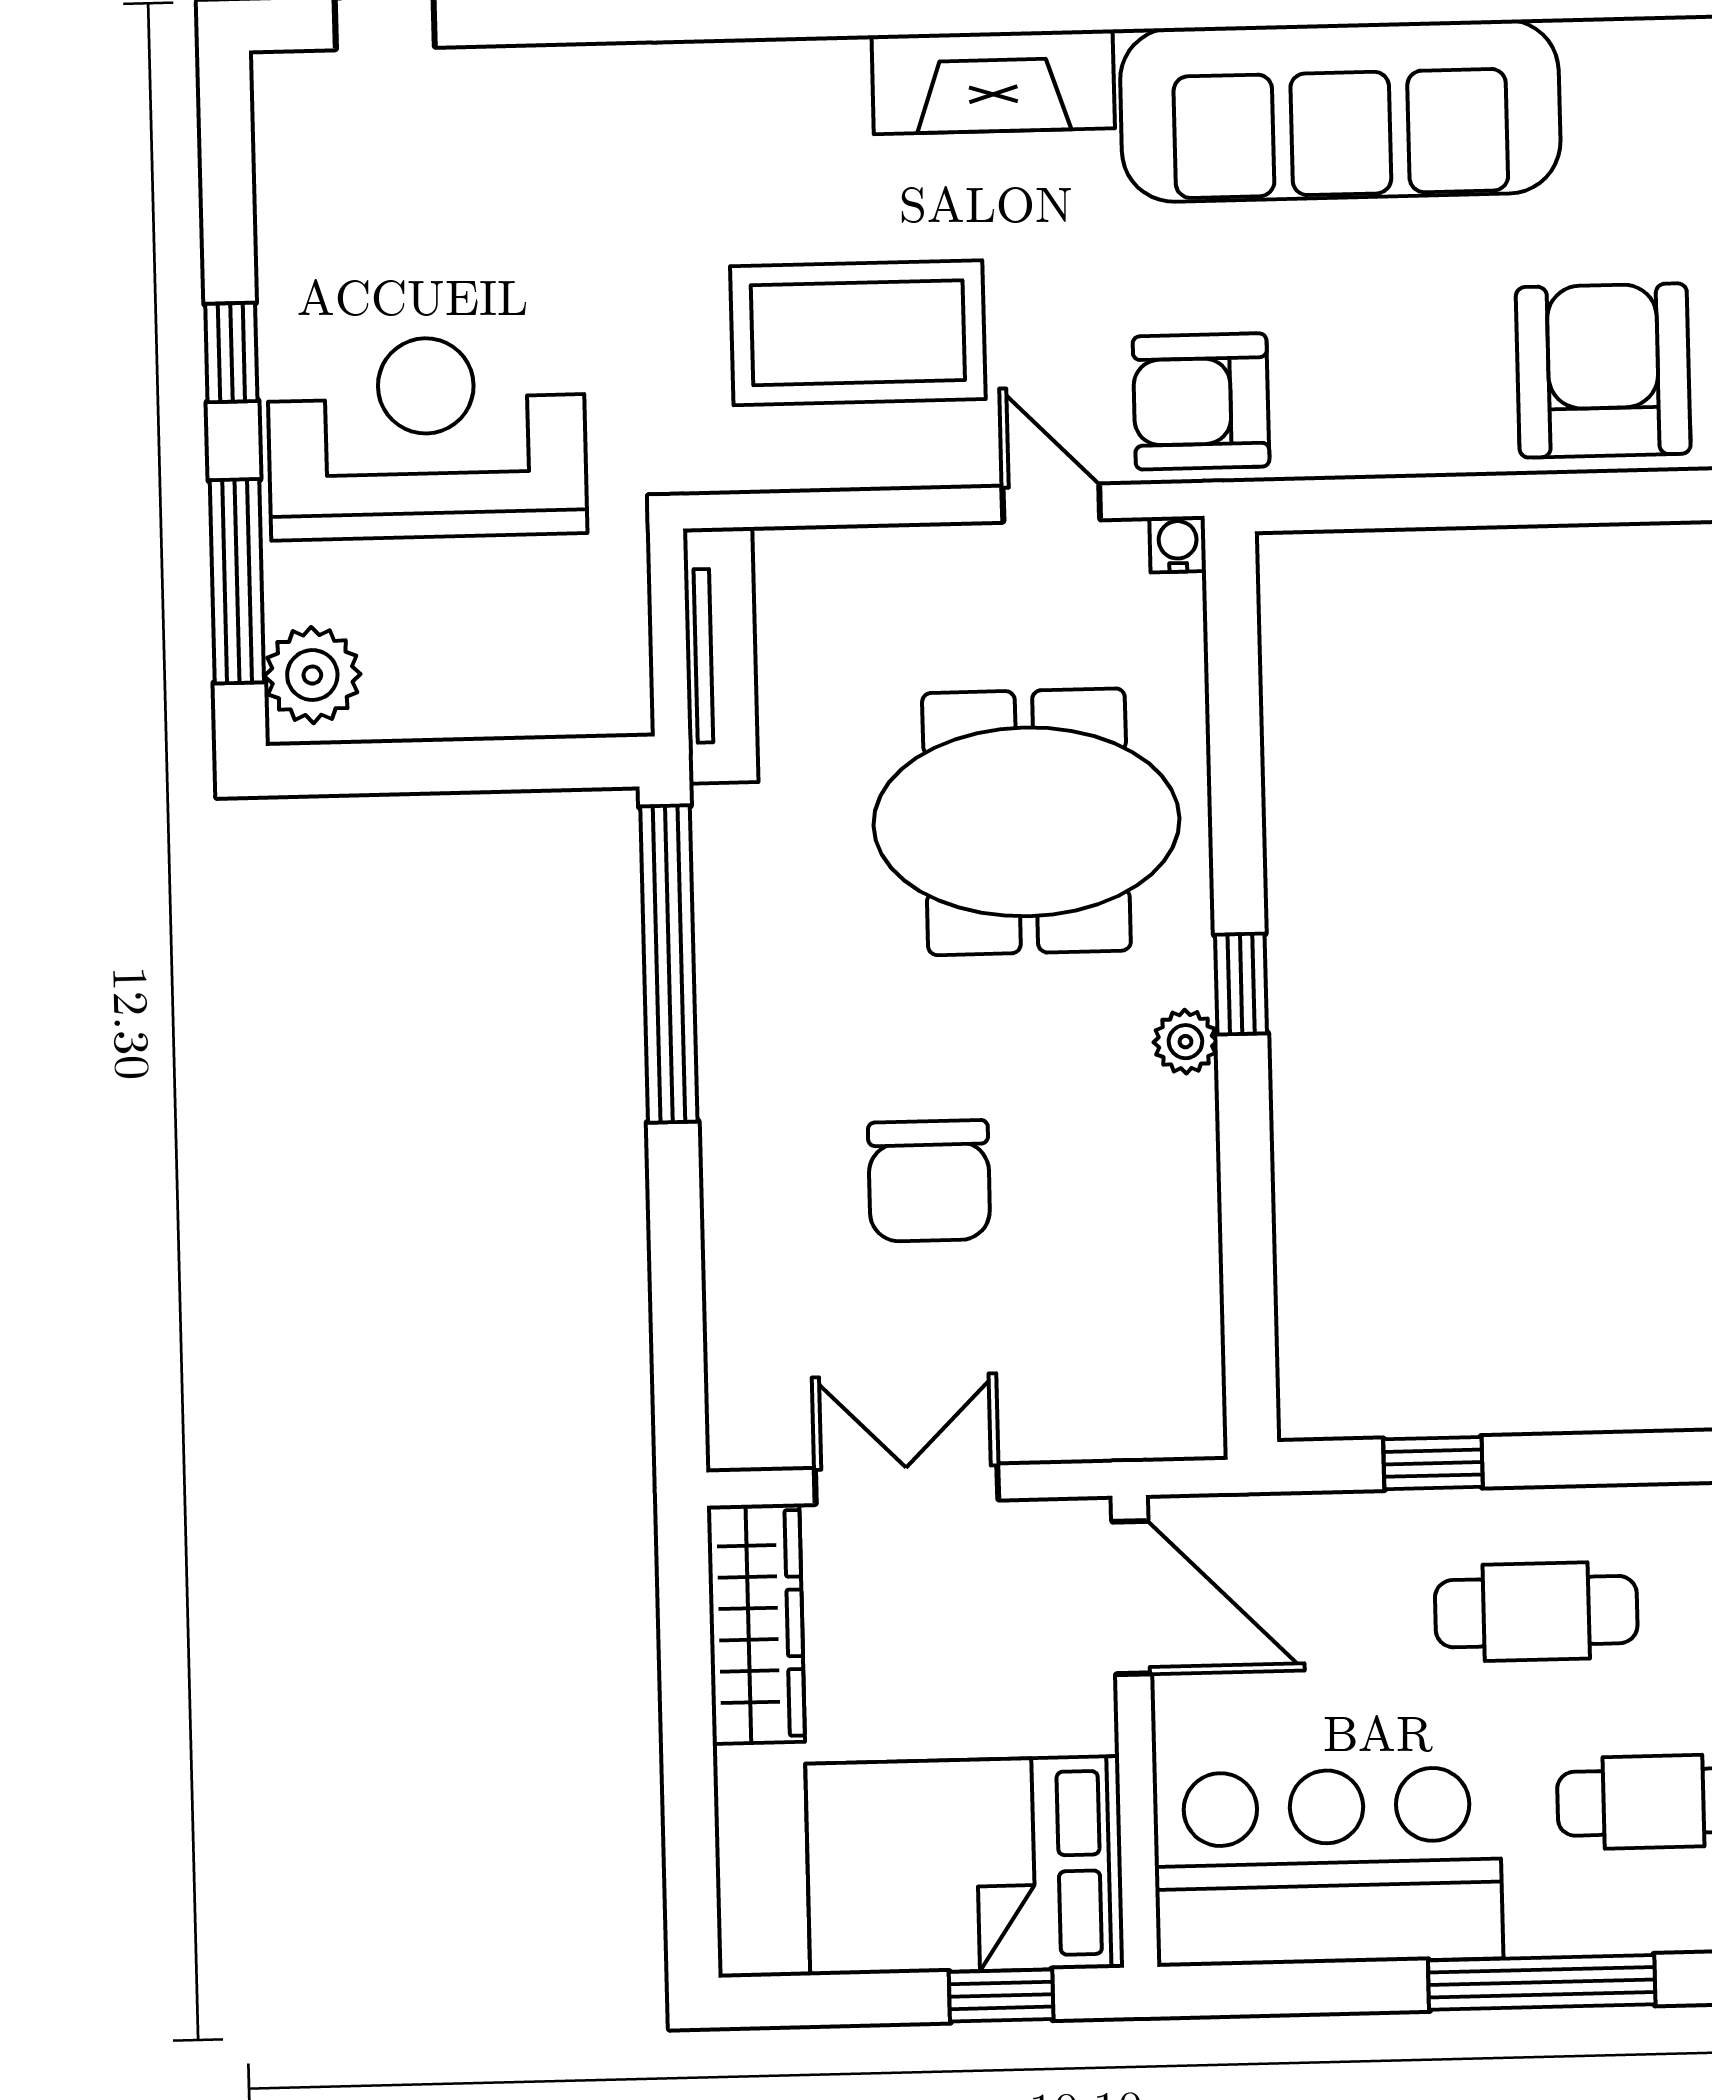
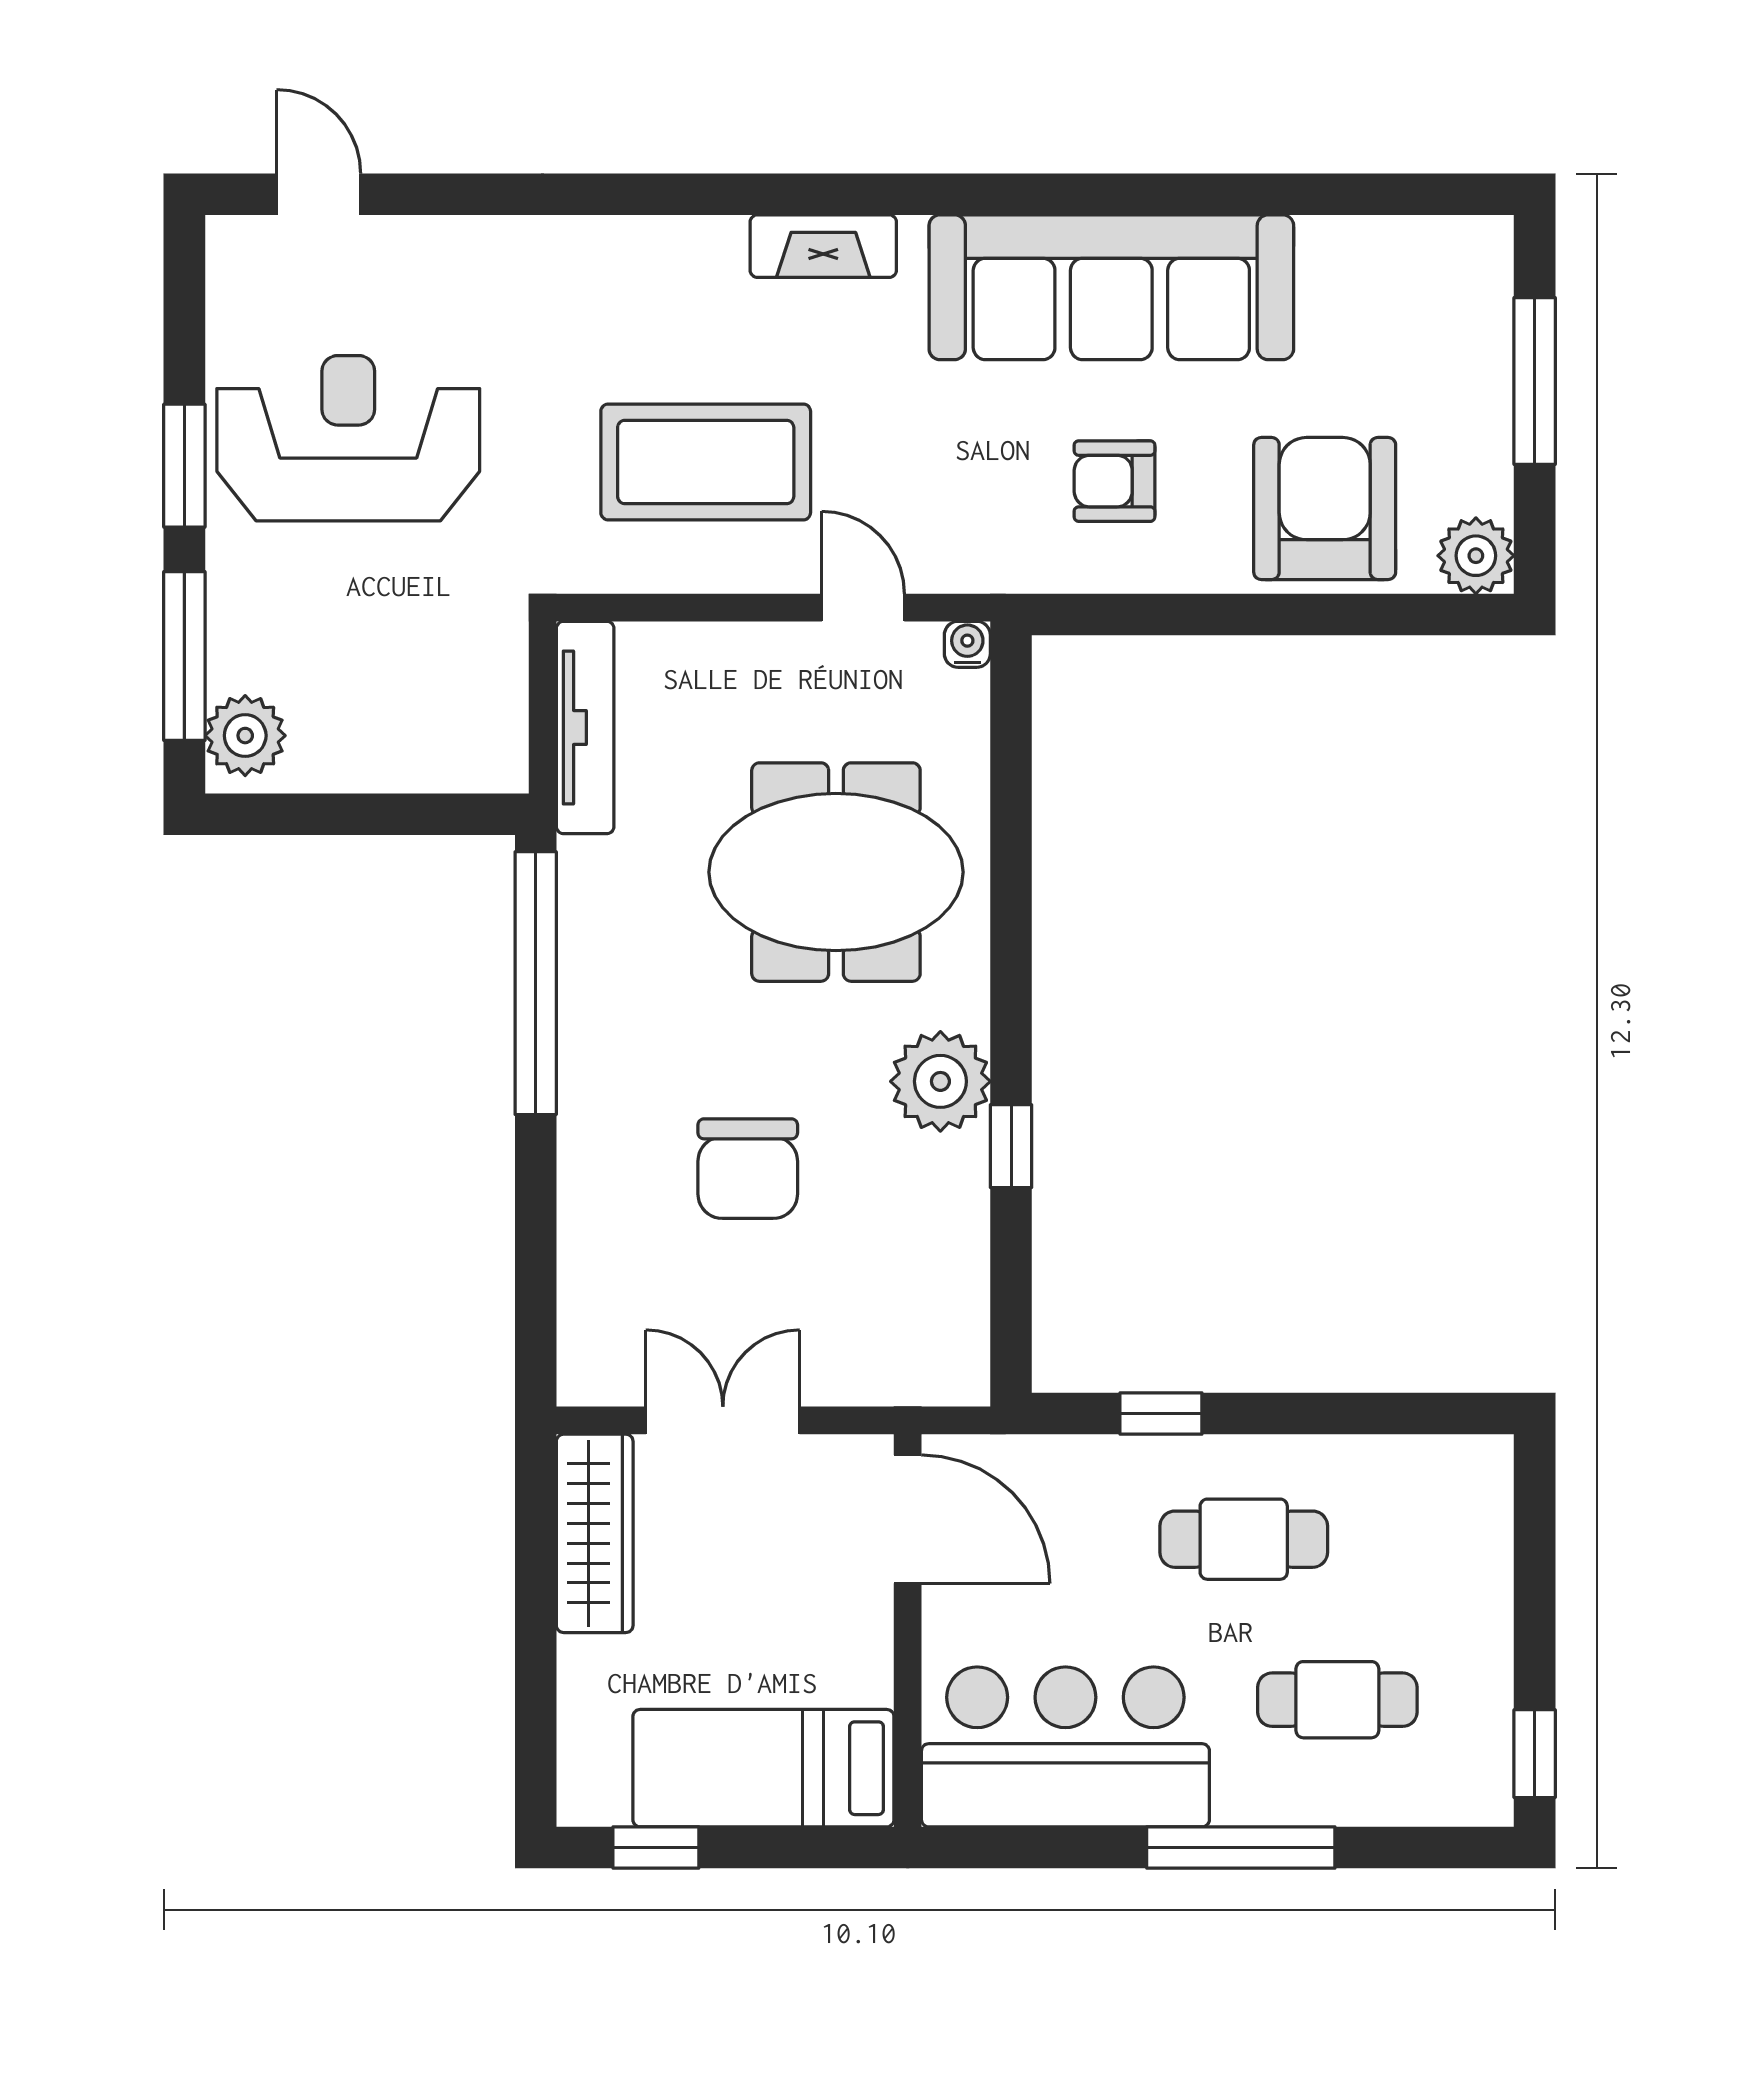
fireplace: (993, 82) -> (823, 246), width x0.73, depth x0.76
window: (231, 352) -> (184, 466), width x1.50
armchair: (1201, 401) -> (1115, 481), moved, width x0.72, depth x0.72
reception desk: (427, 438) -> (348, 438), moved
window: (1241, 984) -> (1011, 1146), moved
plant: (1185, 1042) -> (940, 1081), width x1.87, depth x1.87
bed: (965, 1866) -> (763, 1768), width x0.67
window: (1001, 1996) -> (656, 1848), moved

